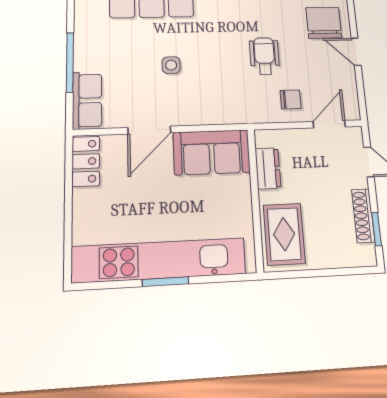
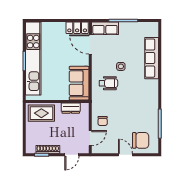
door: (356, 52) -> (125, 155), hinge flipped
wheelchair: (264, 56) -> (108, 83), moved
door: (329, 124) -> (90, 138), hinge flipped
door: (149, 130) -> (90, 44), moved

